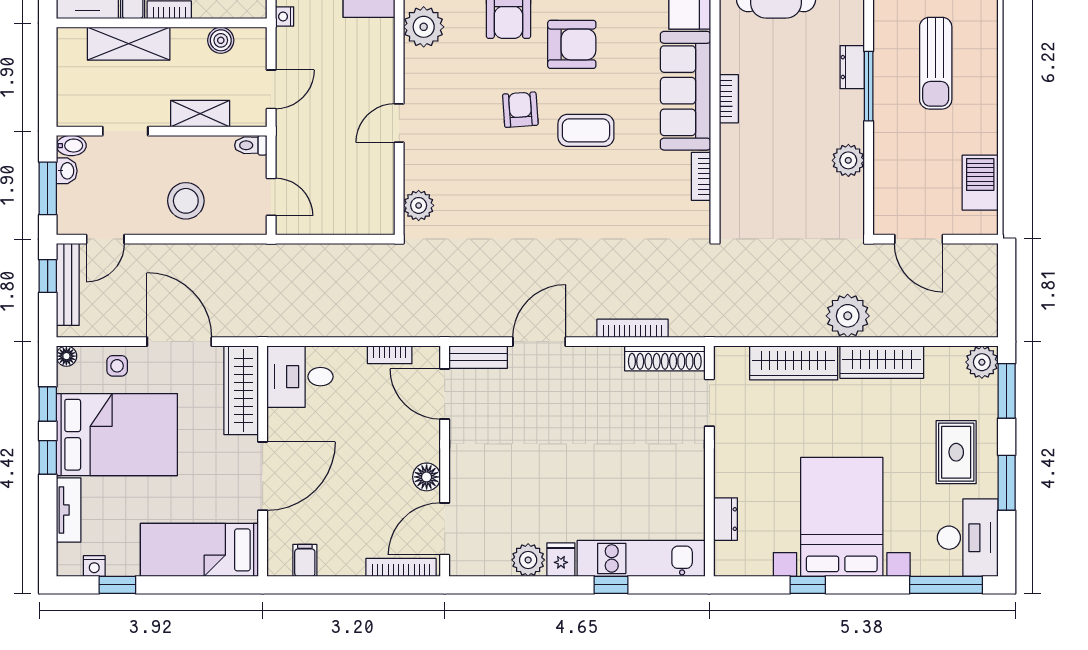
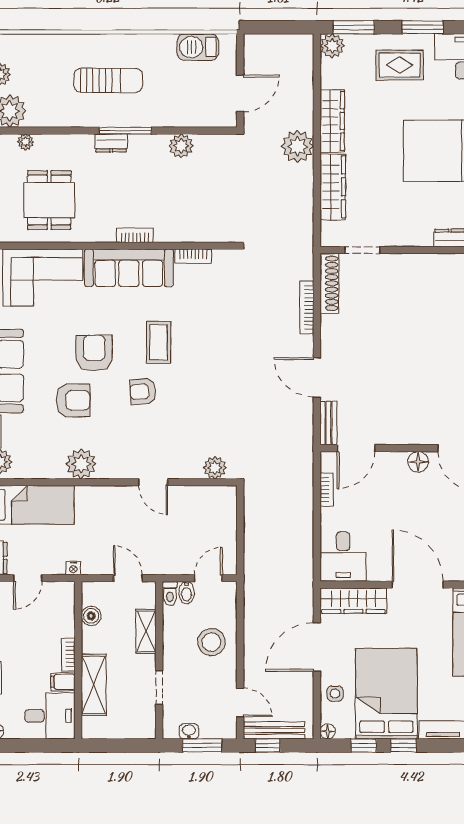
bidet: (71, 146) -> (187, 593), moved, turned 180

